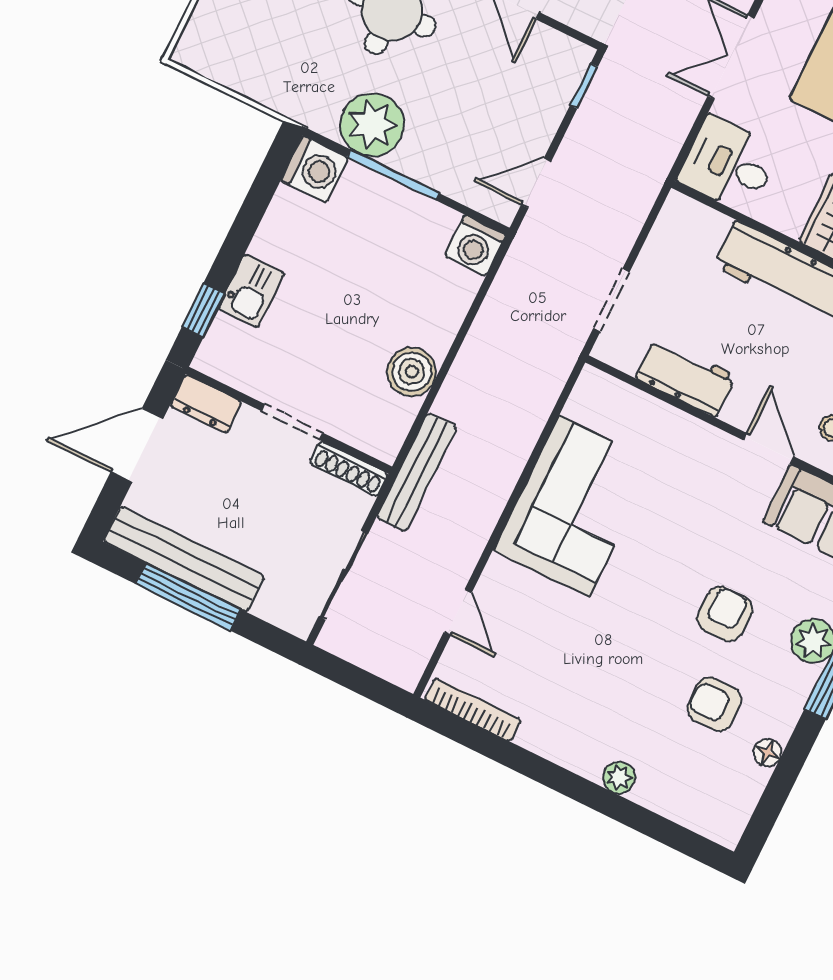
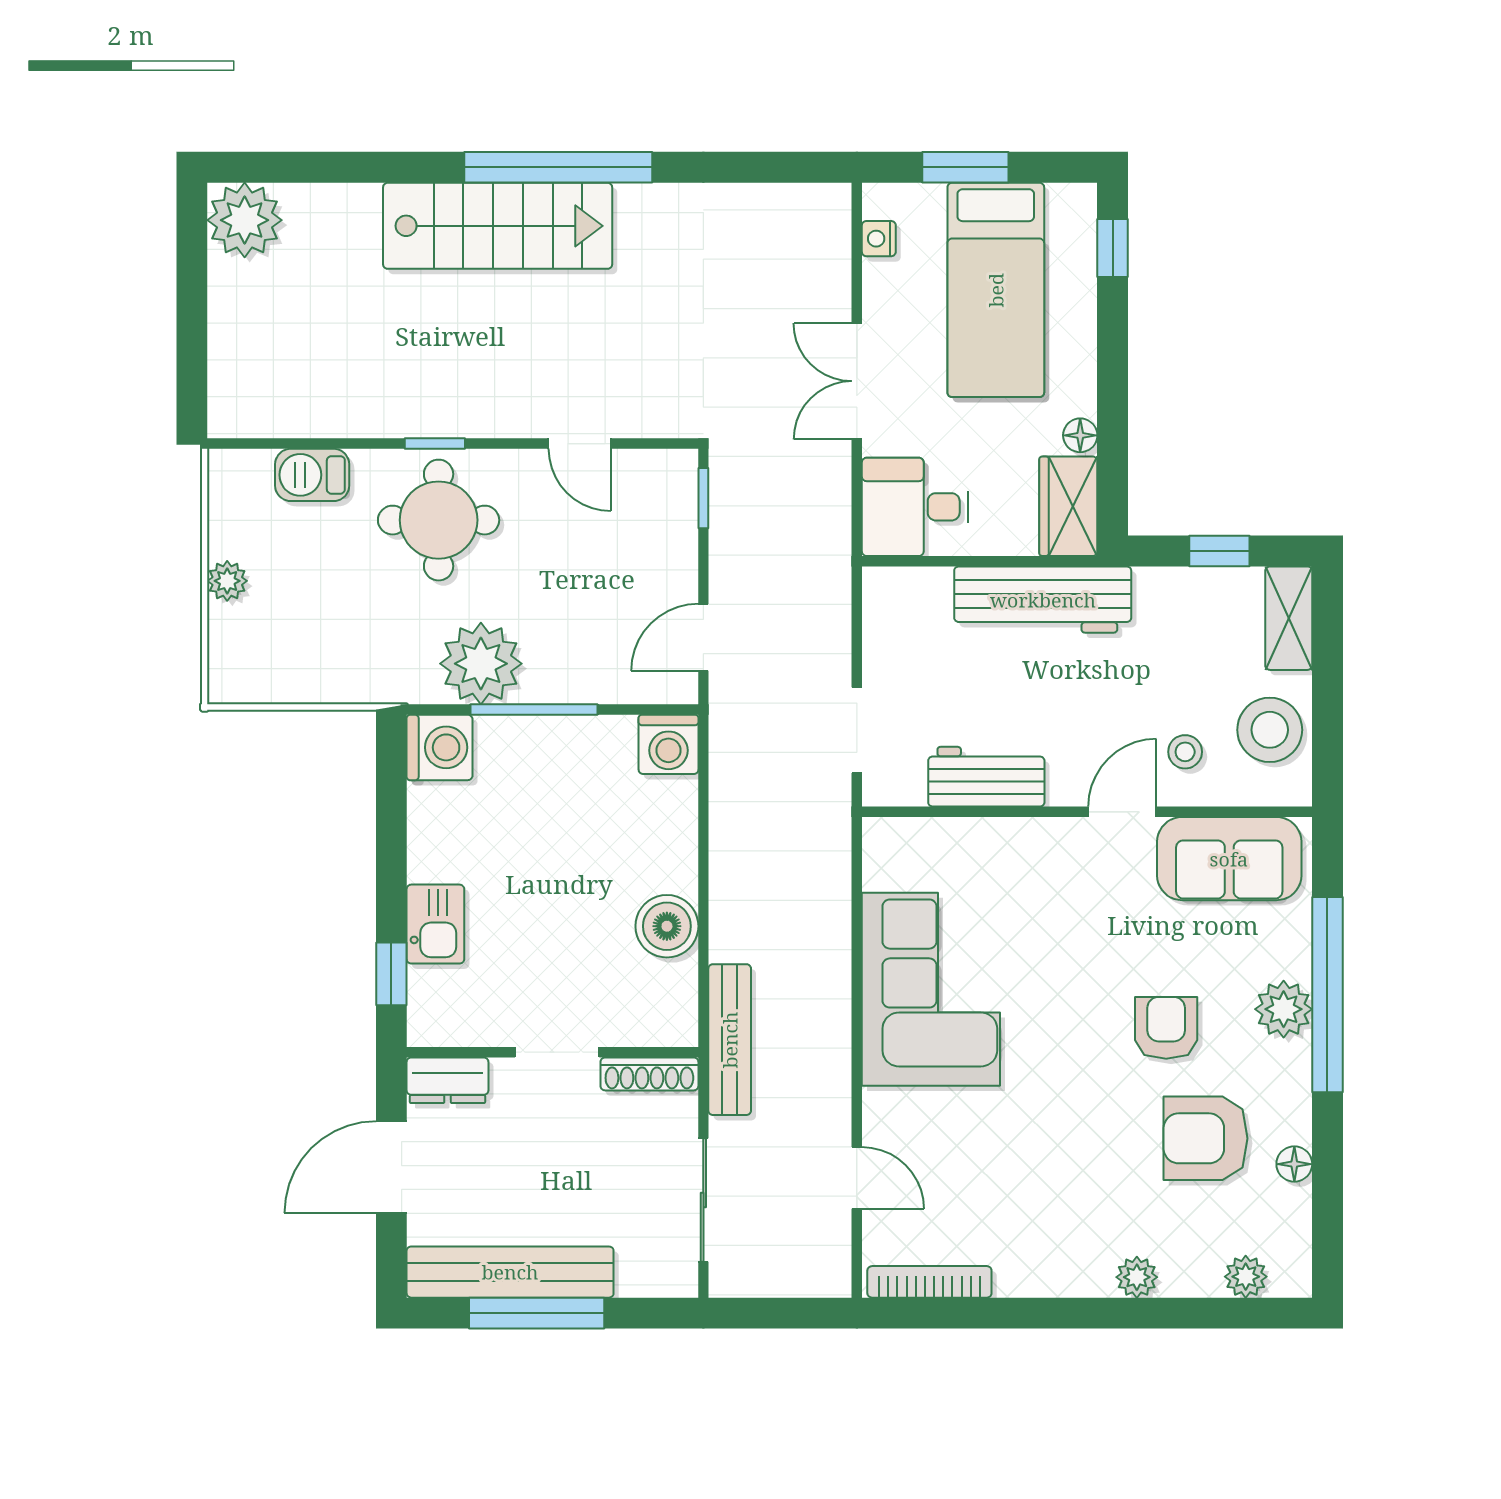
door: (768, 448) -> (1122, 812), hinge flipped
armchair: (714, 704) -> (1206, 1138), width x1.38, depth x1.38
plant: (695, 814) -> (1246, 1277), added

